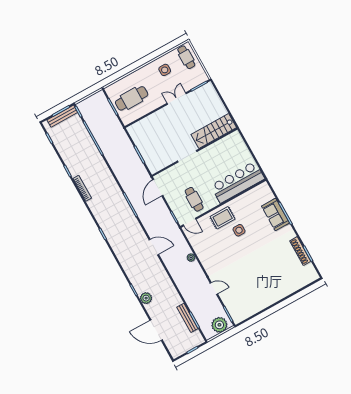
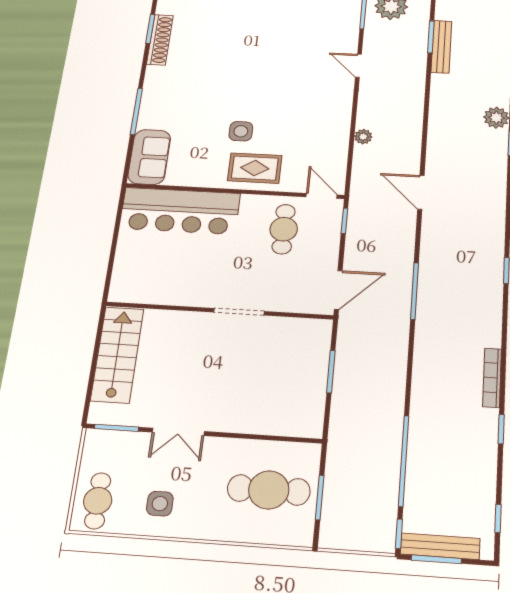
stairs: (214, 131) -> (117, 355), moved, turned -90
sofa: (275, 214) -> (149, 157), moved

